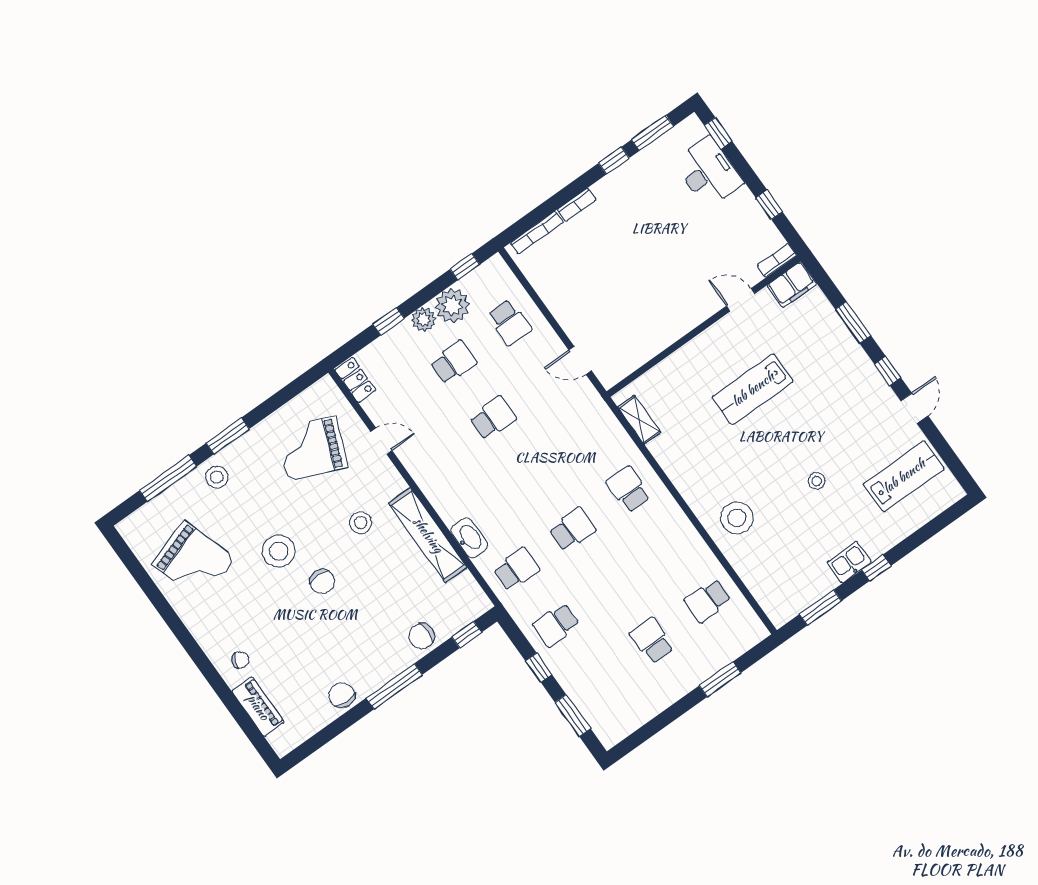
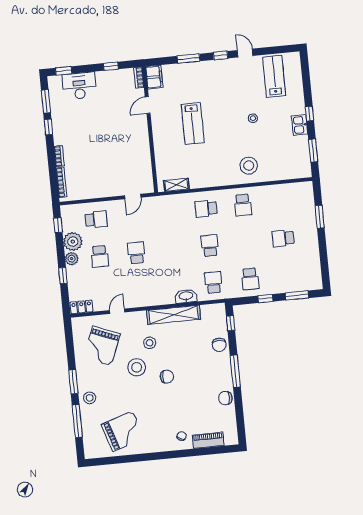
school desk: (453, 362) -> (100, 256), turned 180
stool: (279, 551) -> (137, 367), moved
school desk: (708, 601) -> (243, 205), moved

